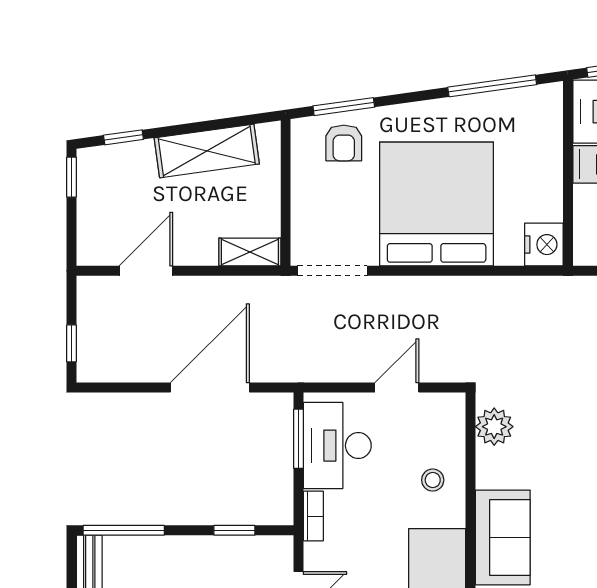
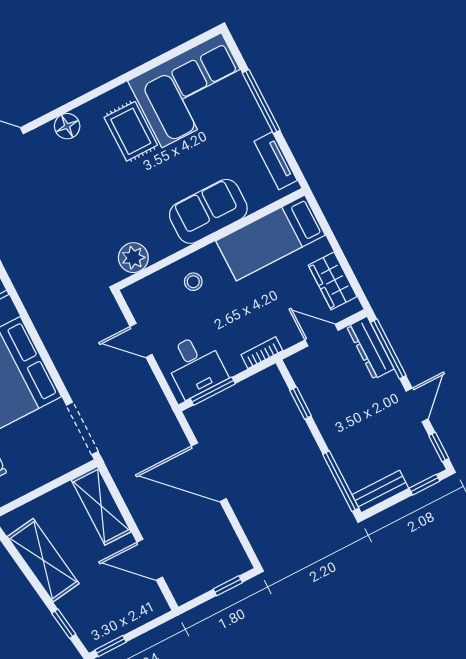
shelving: (250, 252) -> (101, 506), width x1.50, depth x1.33
desk: (337, 446) -> (195, 366), width x0.73

